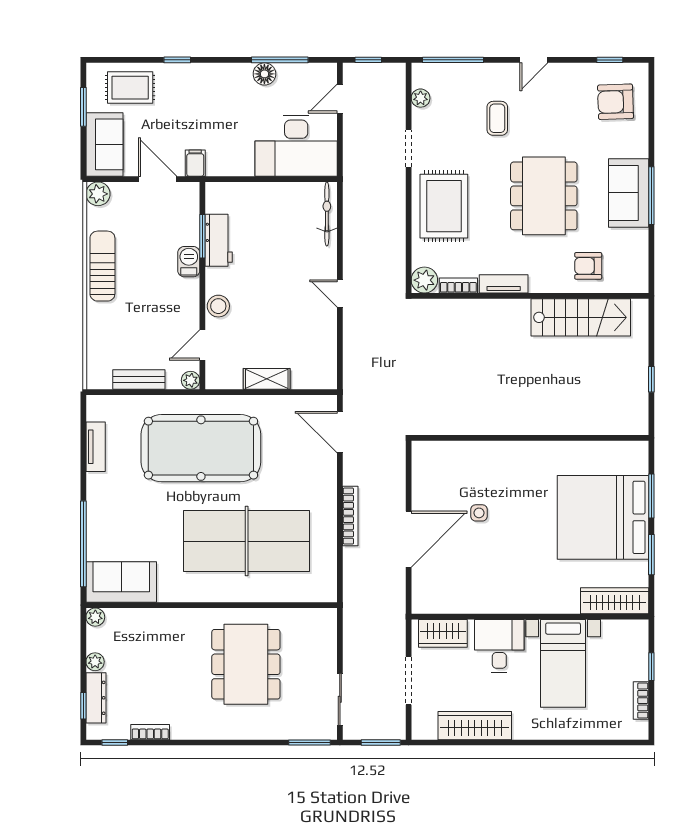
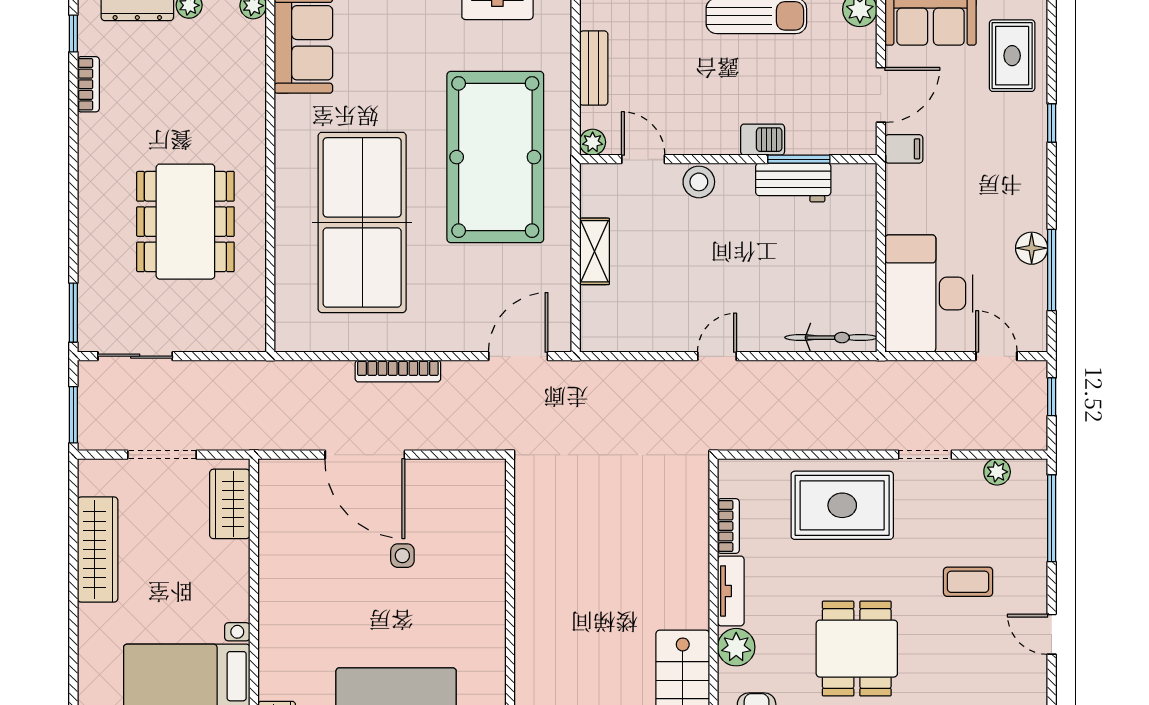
dining table: (544, 196) -> (857, 649), width x0.73
plant: (424, 280) -> (736, 647), moved
desk: (499, 646) -> (212, 585), removed
dining table: (246, 664) -> (185, 222), turned 90

